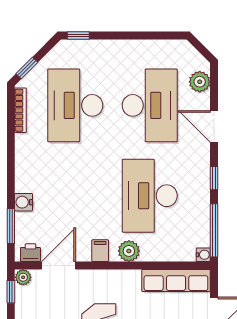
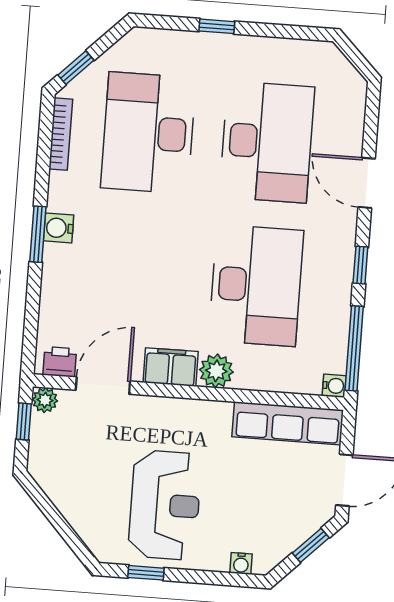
window: (78, 36) -> (217, 26), moved
plant: (200, 82) -> (349, 110), removed
desk: (150, 196) -> (256, 285), turned 180
water cooler: (24, 202) -> (59, 228), moved
window: (11, 226) -> (38, 234), moved
filing cabinet: (100, 251) -> (171, 367), width x2.00

